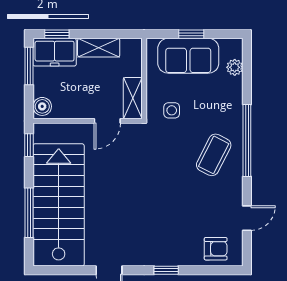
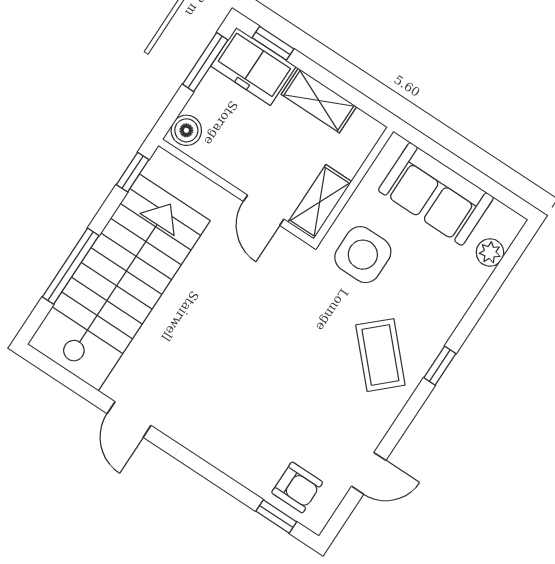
window: (191, 34) -> (460, 167), removed
side table: (172, 110) -> (363, 255), width x1.87, depth x1.87
door: (107, 121) -> (264, 210), hinge flipped
window: (247, 141) -> (440, 366), width x0.32
coffee table: (214, 155) -> (380, 355), turned -70
window: (166, 270) -> (276, 516), moved

